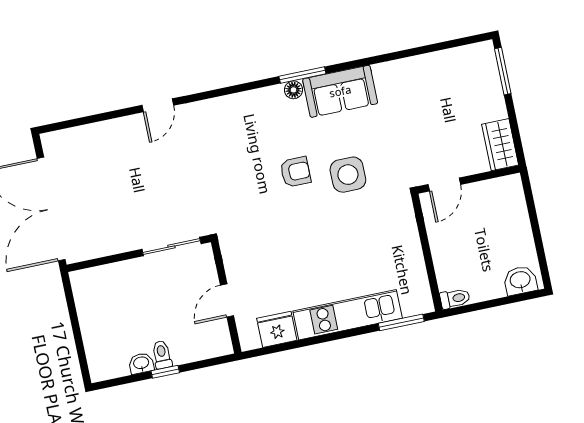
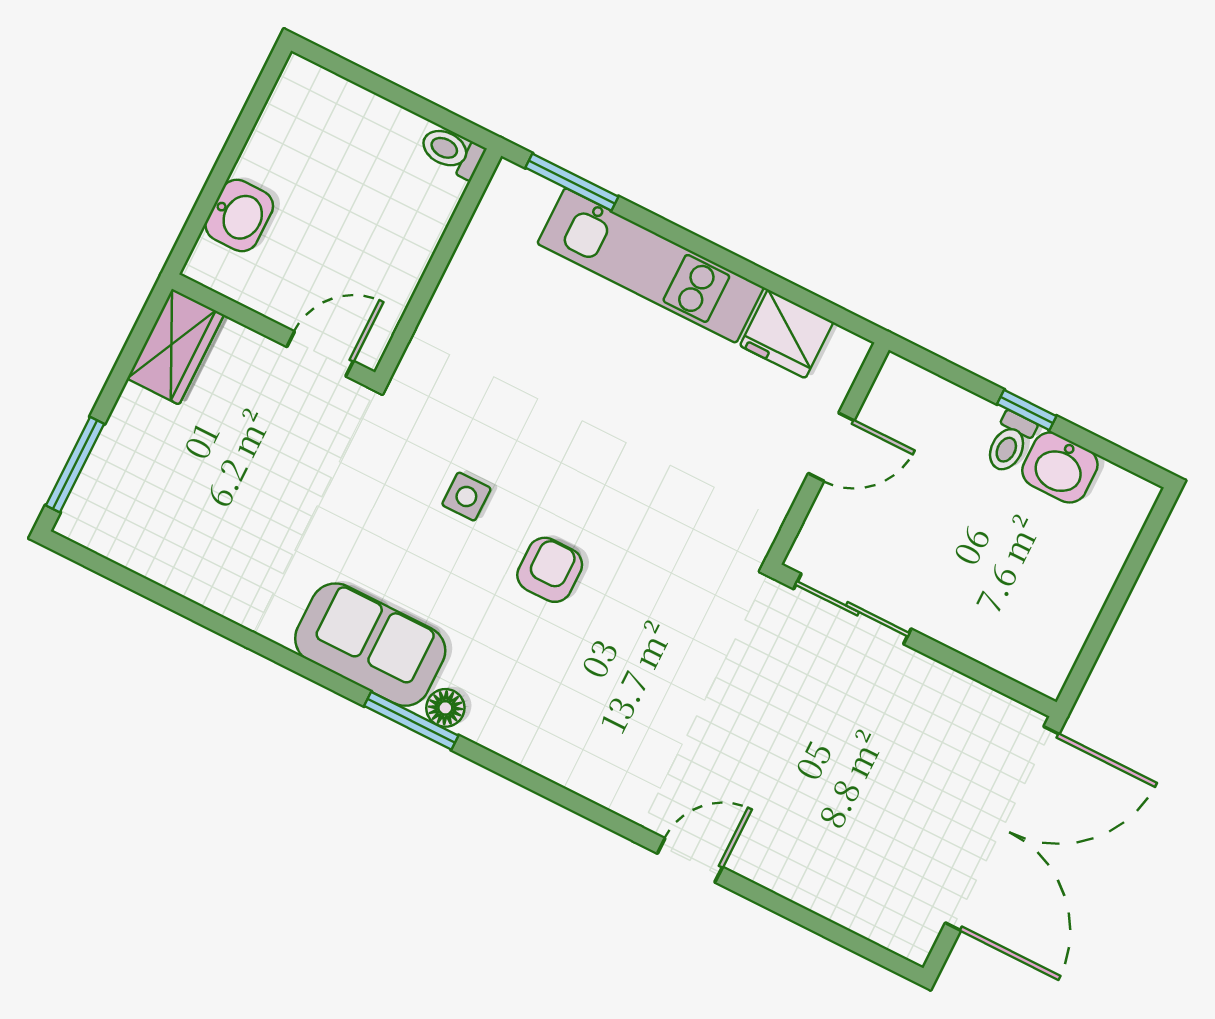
armchair: (295, 172) -> (550, 570), turned 90
side table: (348, 175) -> (466, 497), width x0.54, depth x0.54
washbasin: (520, 280) -> (239, 215), moved, turned -90
washbasin: (141, 363) -> (1060, 468), width x1.38, depth x1.45

